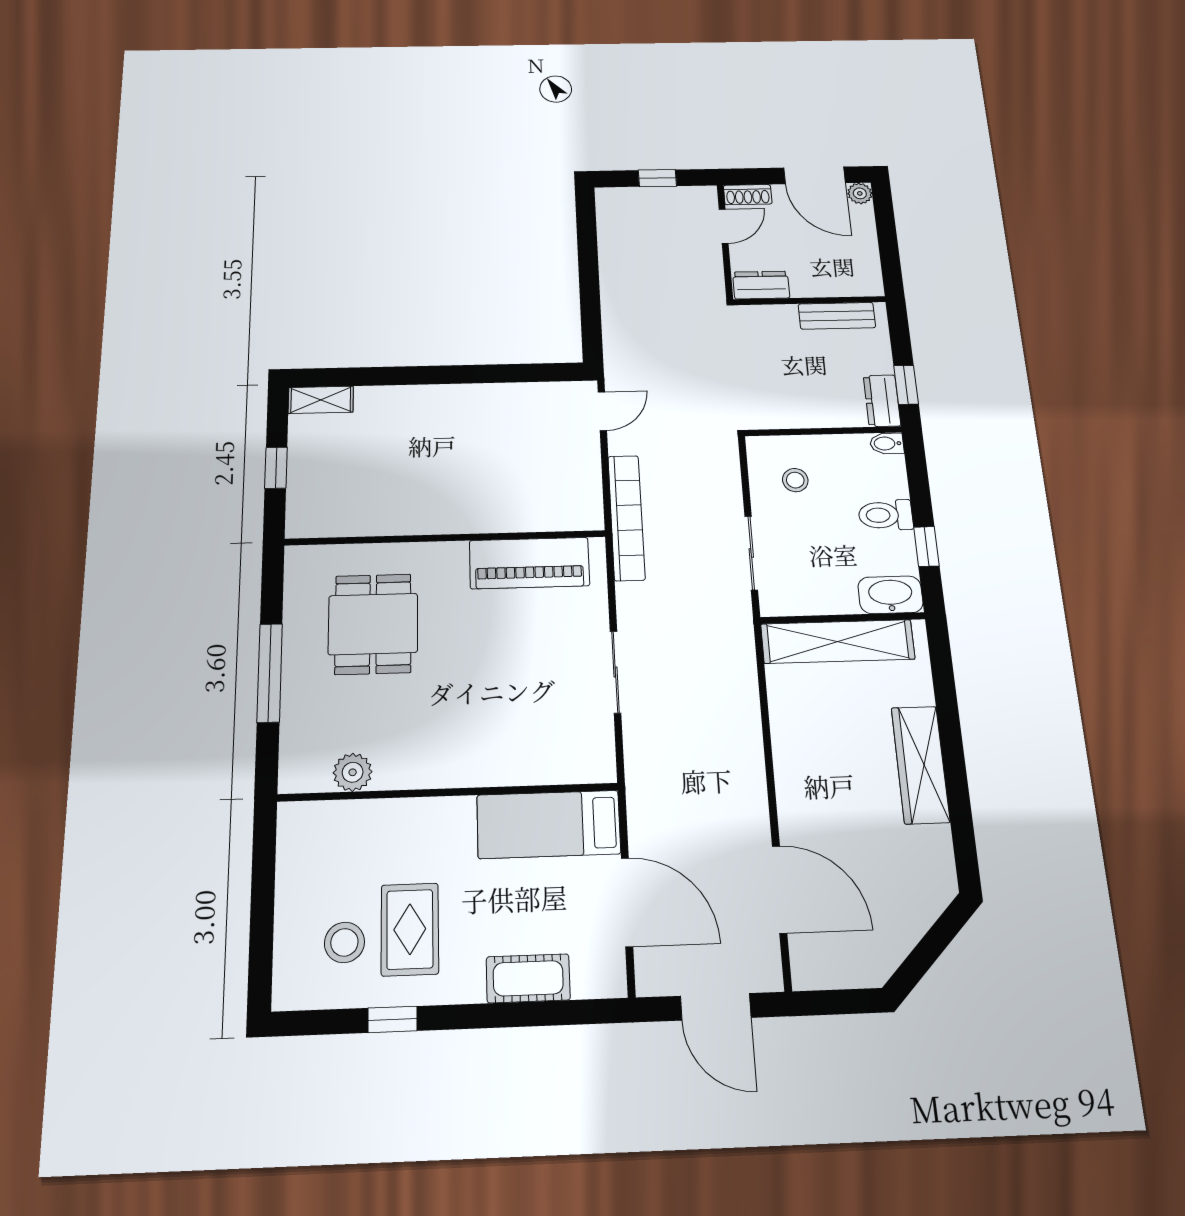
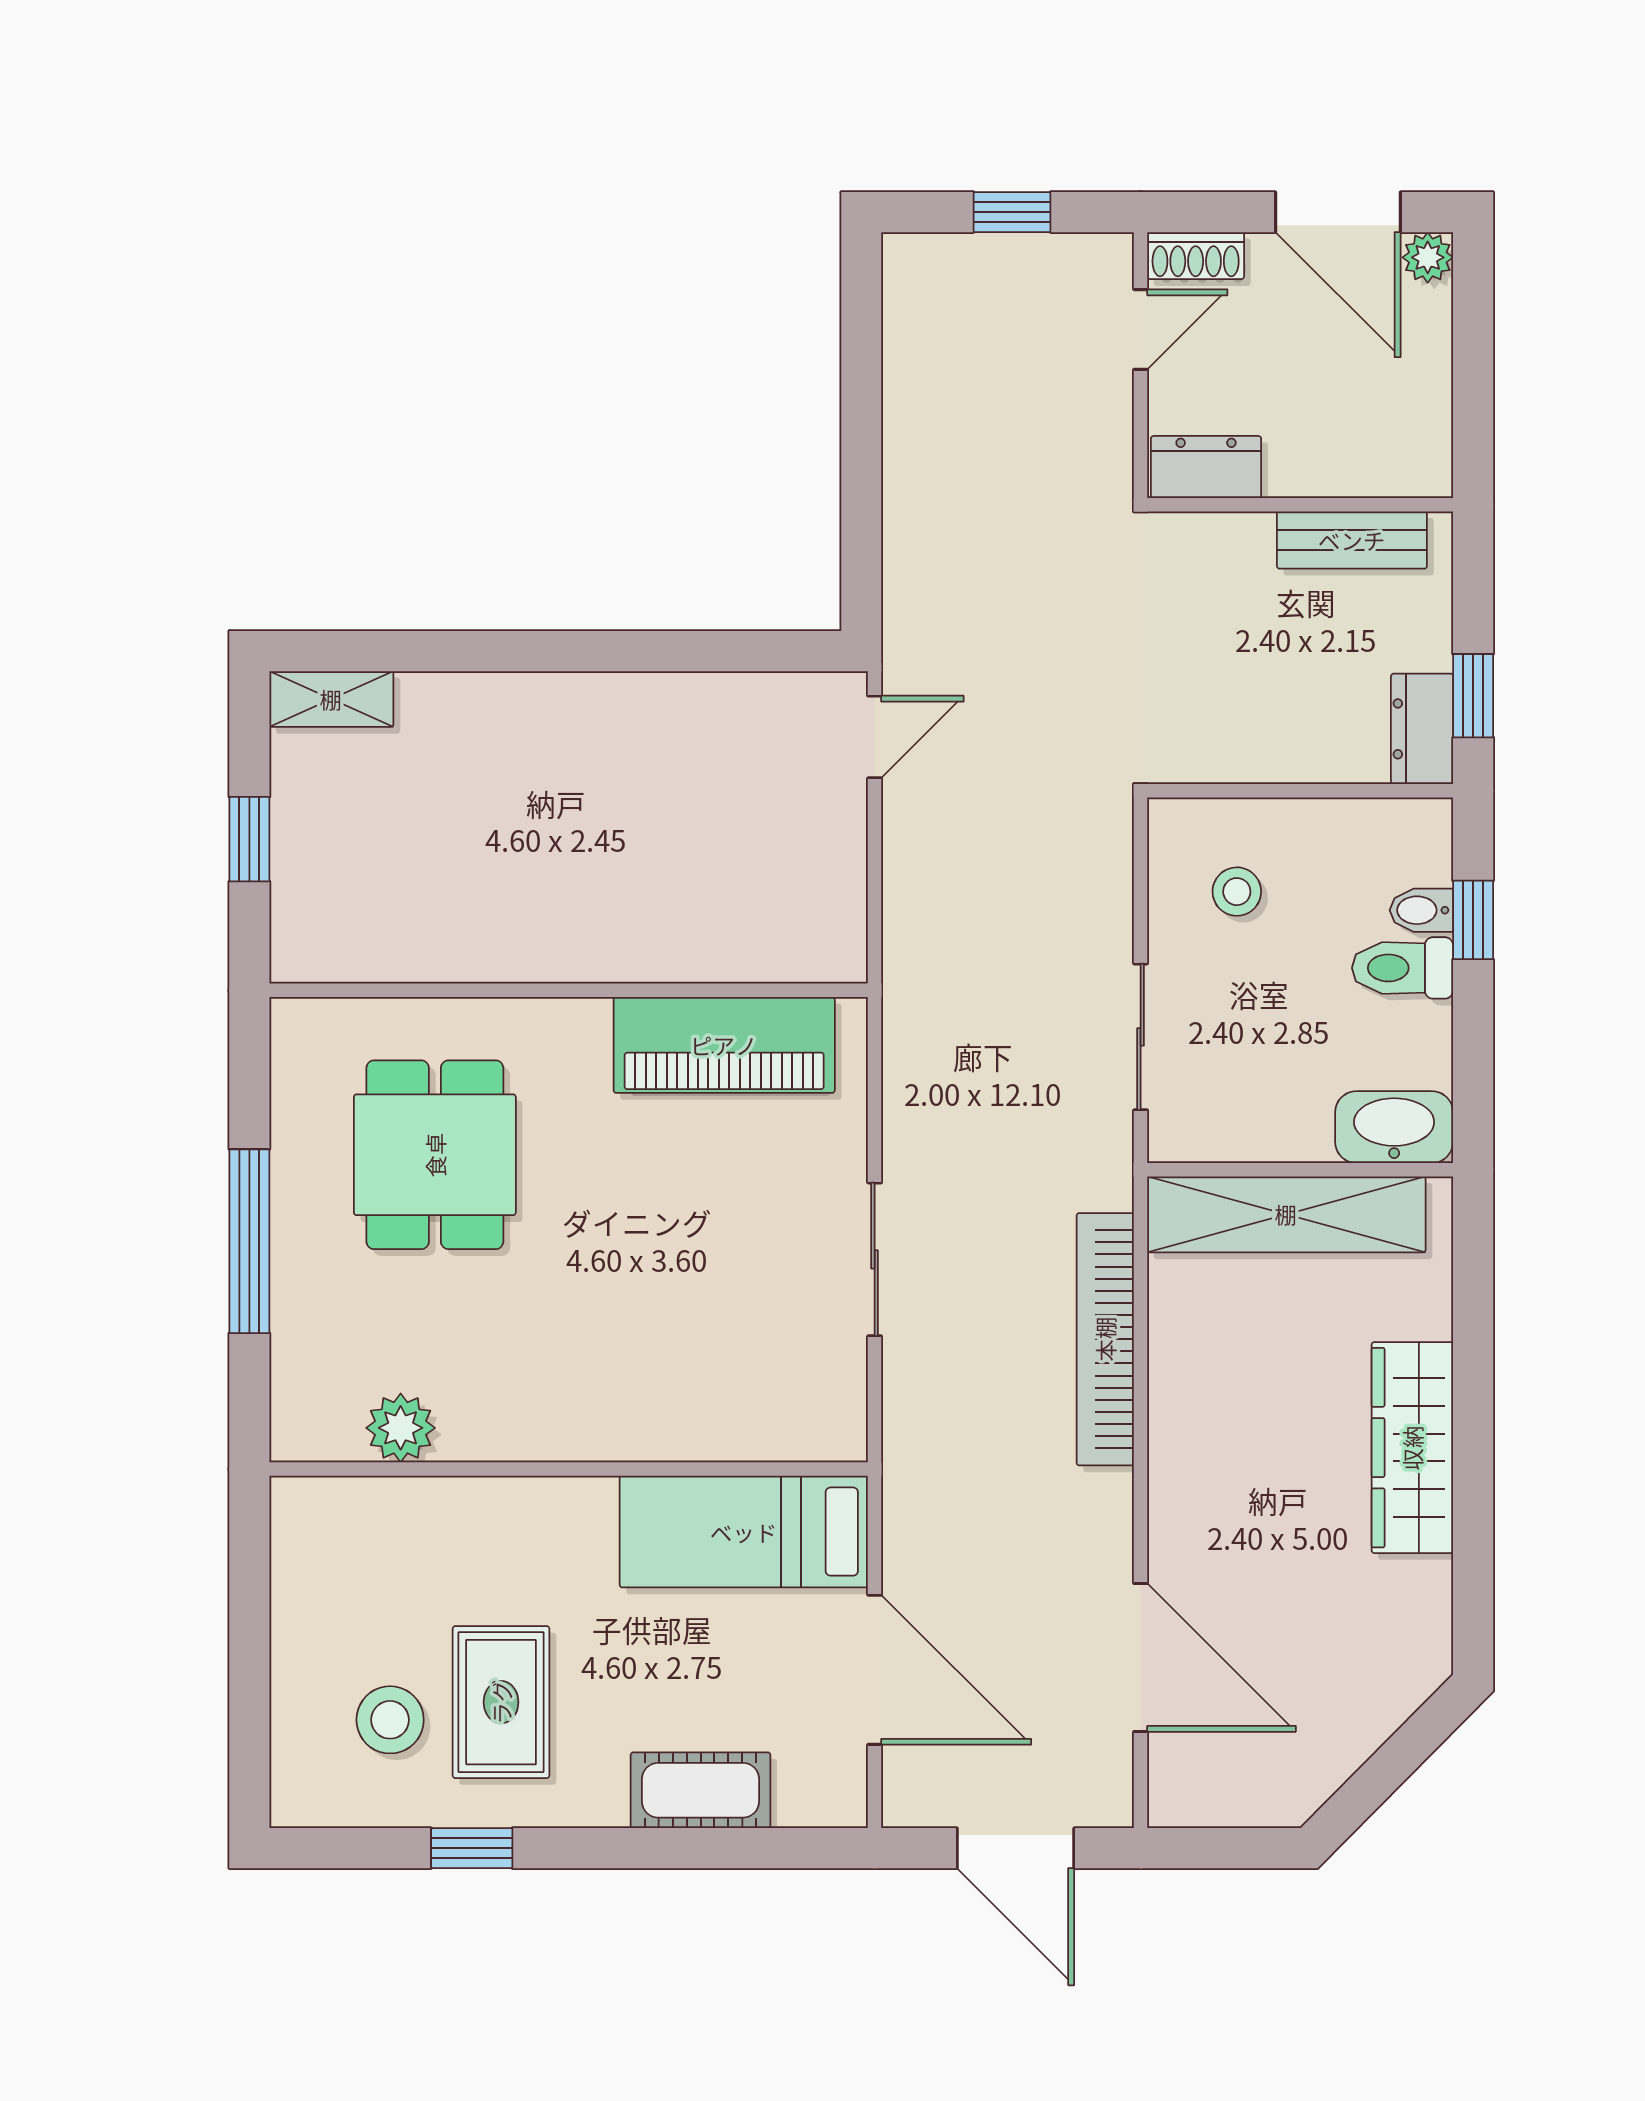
bidet: (887, 443) -> (1421, 910), moved
bookcase: (626, 518) -> (1105, 1339), moved, turned 180
window: (926, 546) -> (1473, 920), moved

